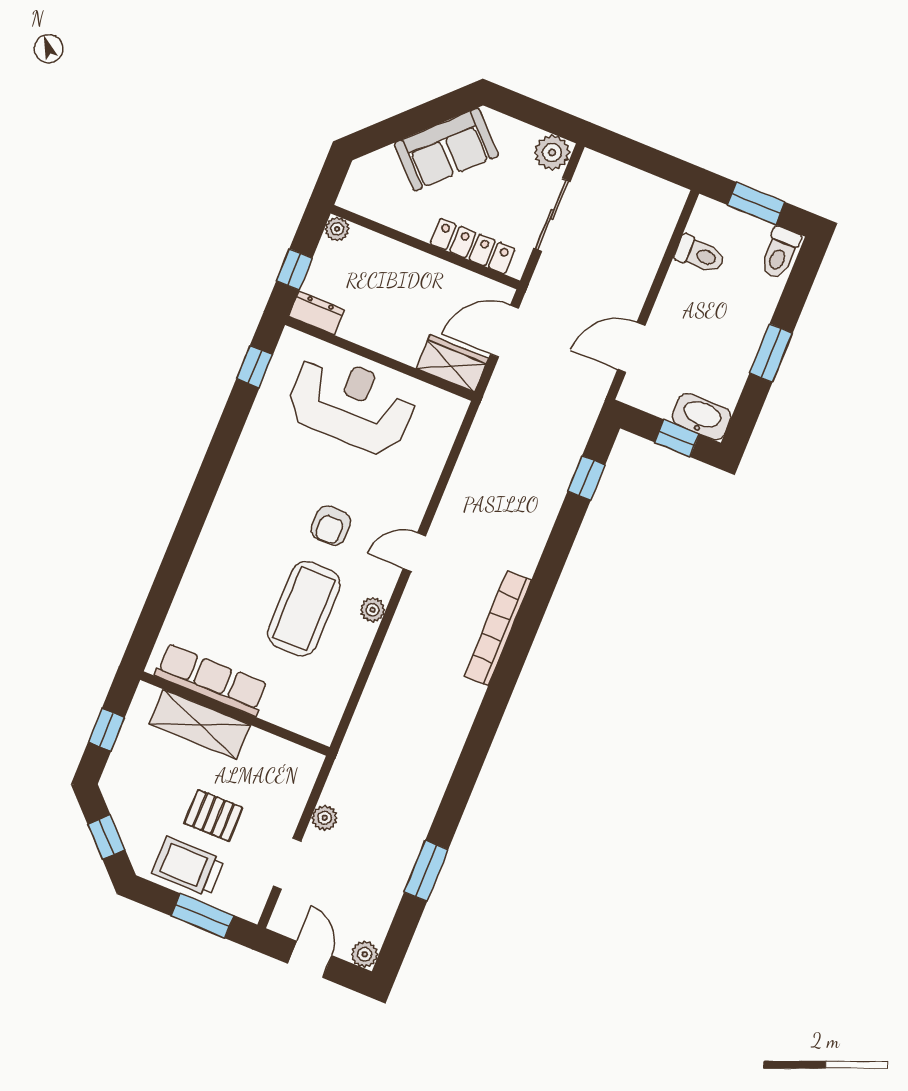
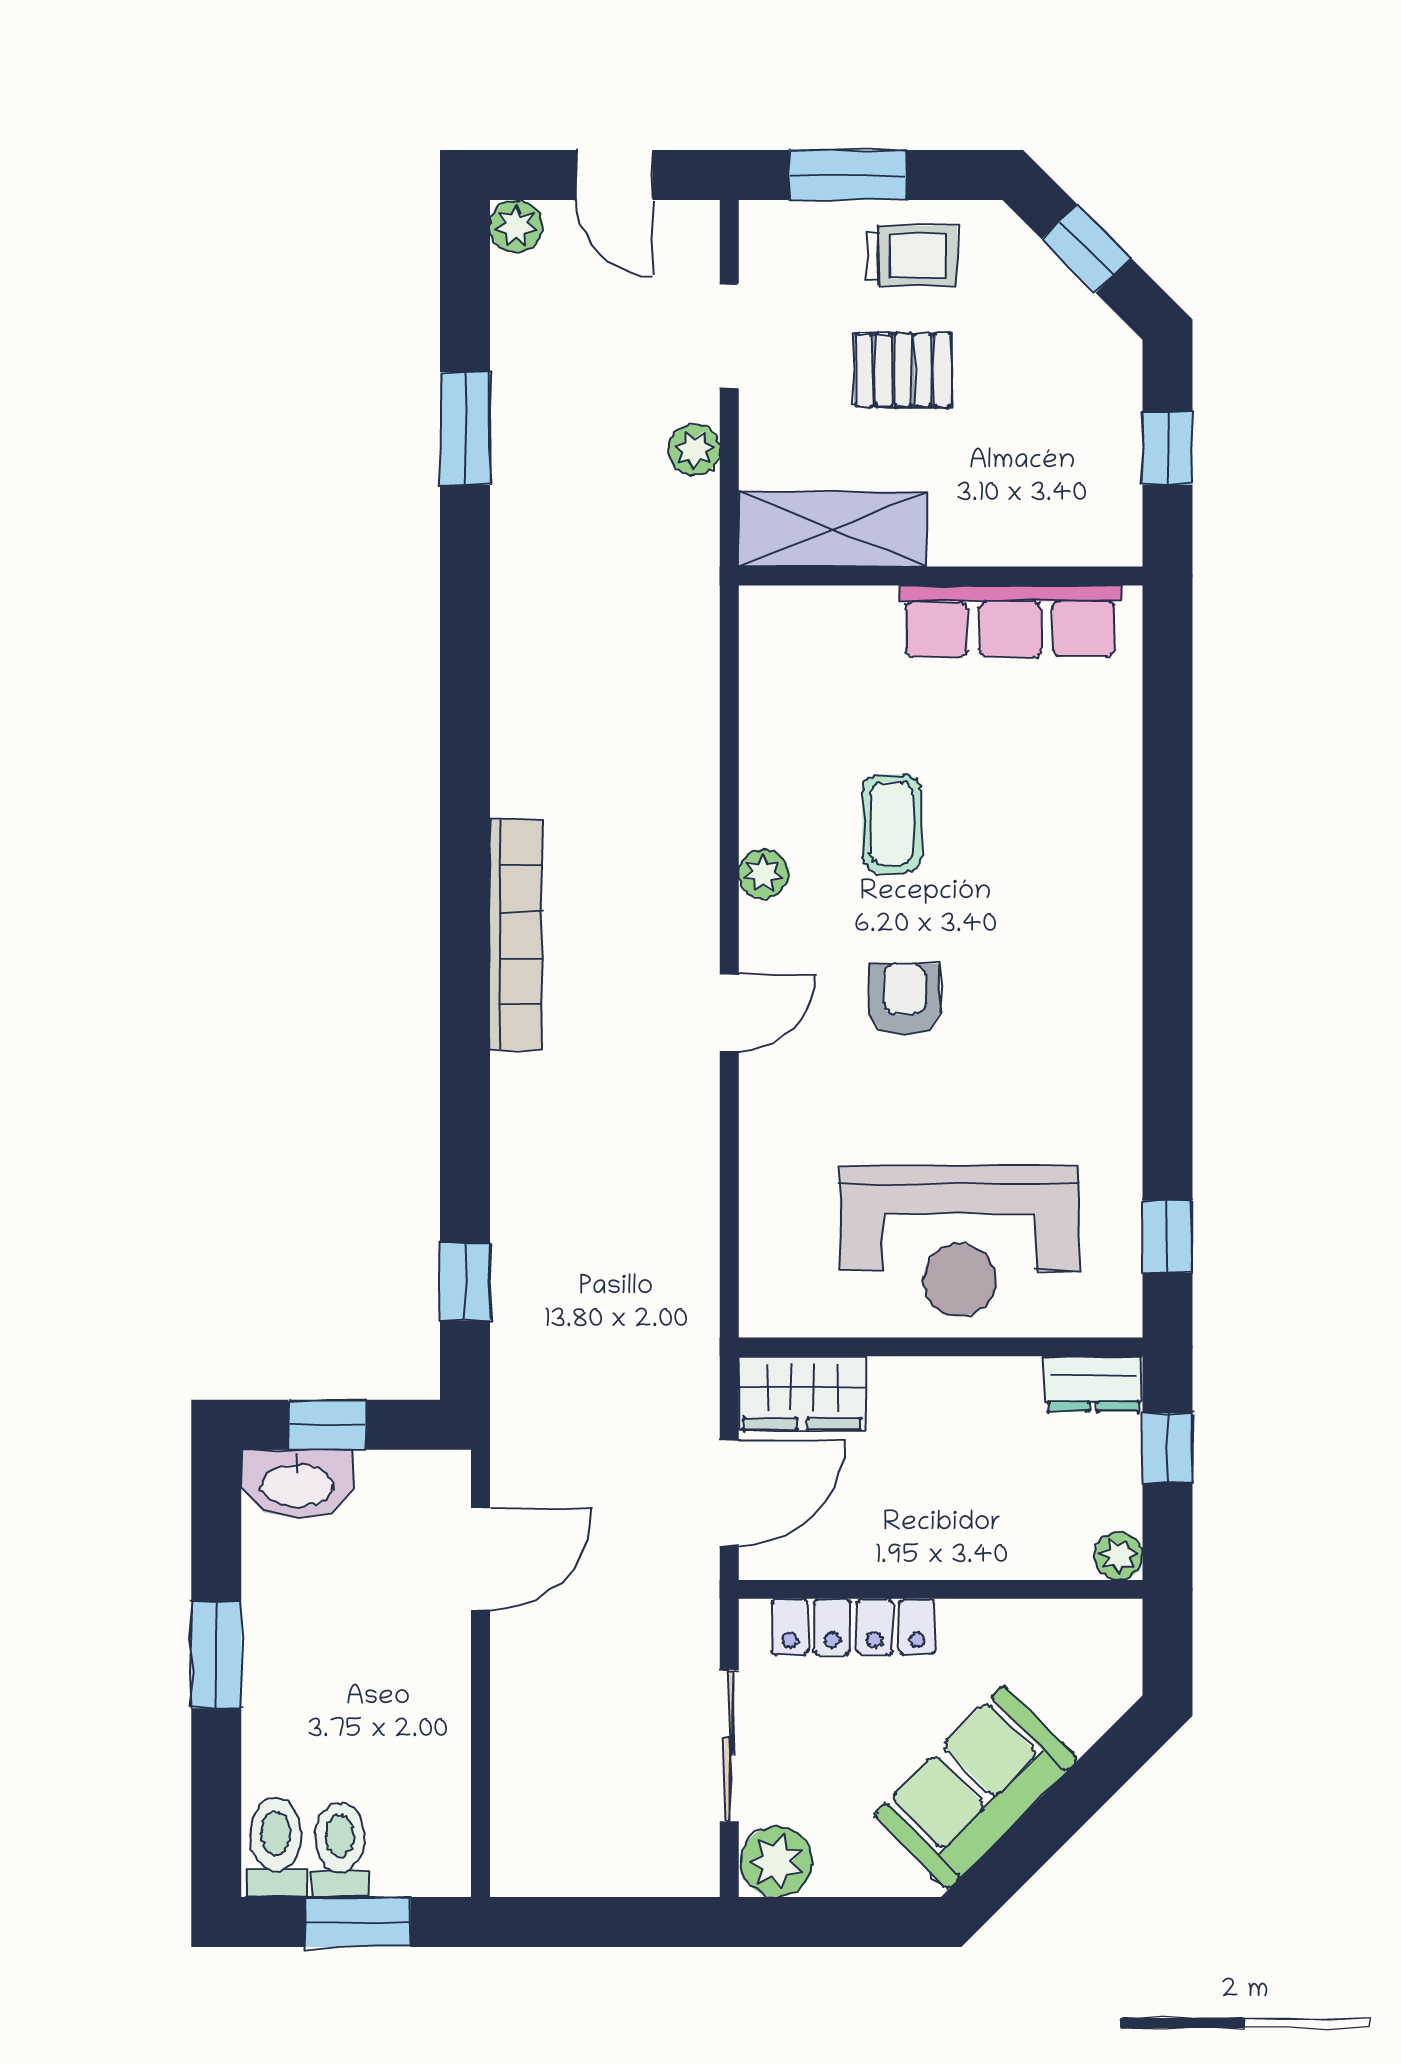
toilet: (700, 254) -> (340, 1849), moved, turned 90
coffee table: (304, 609) -> (892, 824), width x0.54, depth x0.58
shelving: (200, 724) -> (833, 529), moved
trolley: (188, 866) -> (912, 256), width x0.73, depth x0.72

